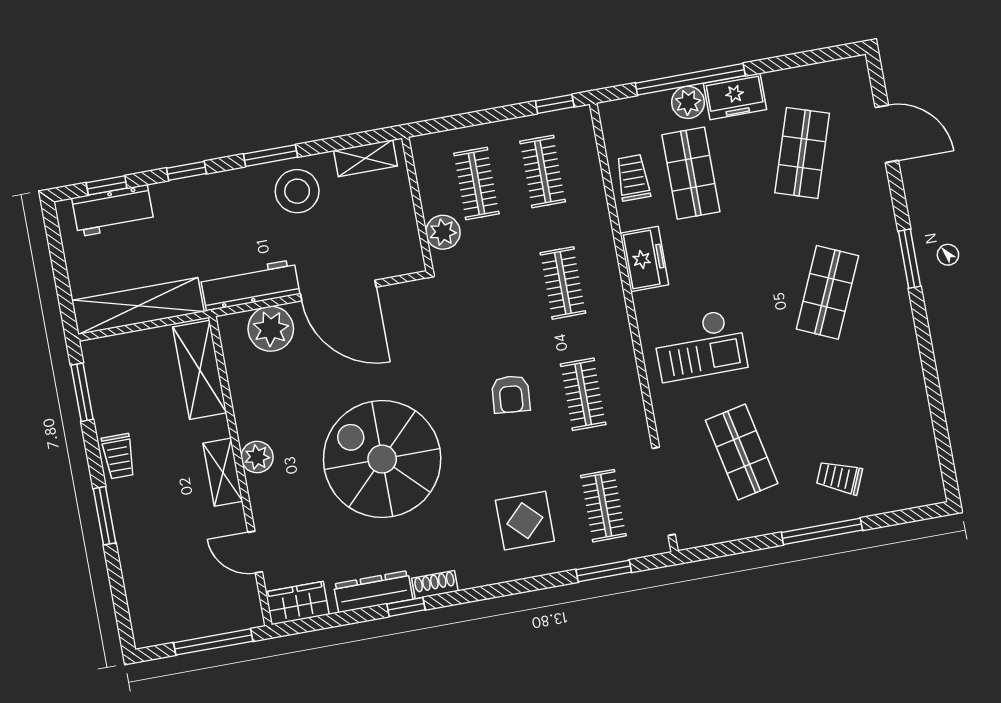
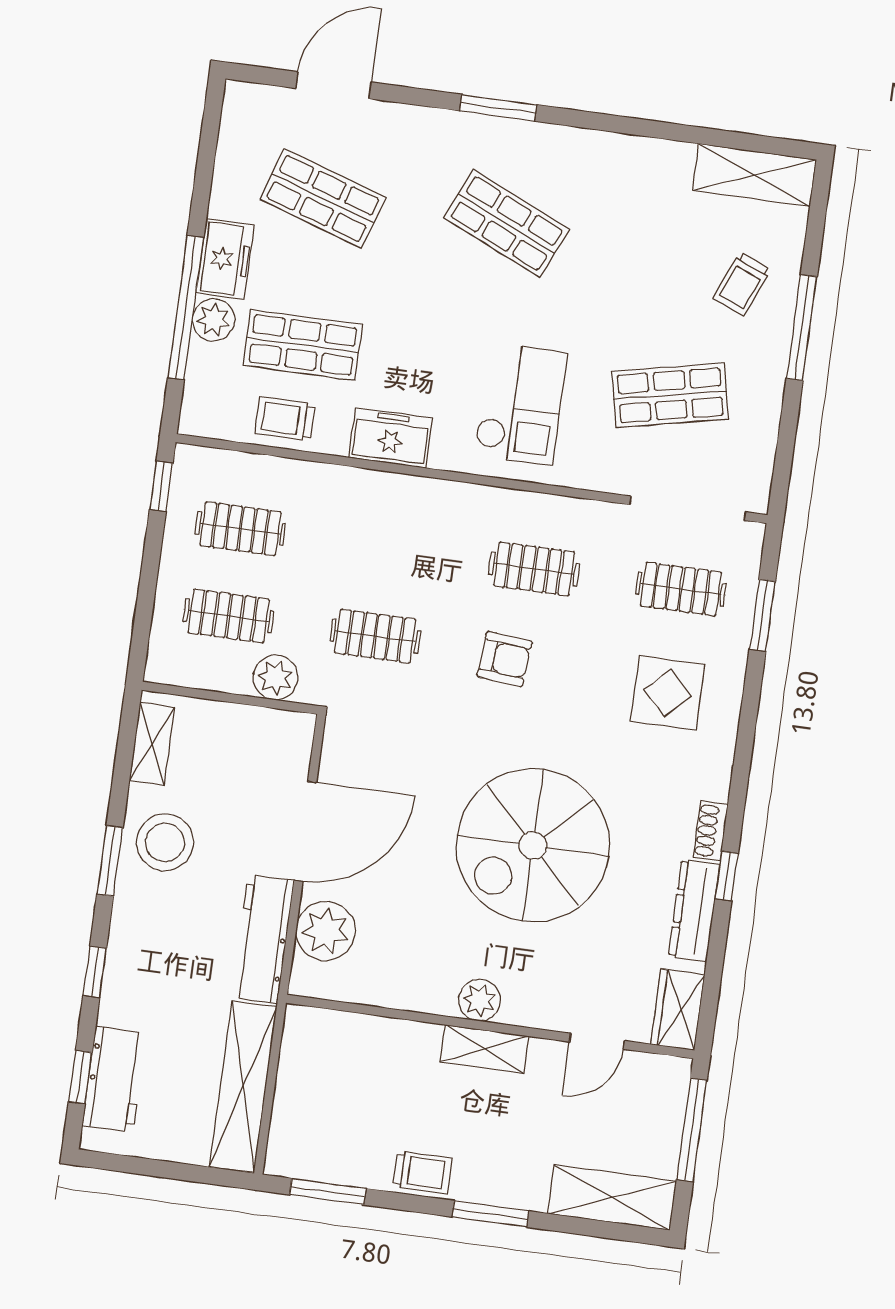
clothes rail: (563, 283) -> (375, 636), moved
shelving: (200, 370) -> (612, 1198), moved
shelving: (922, 461) -> (755, 175), added

